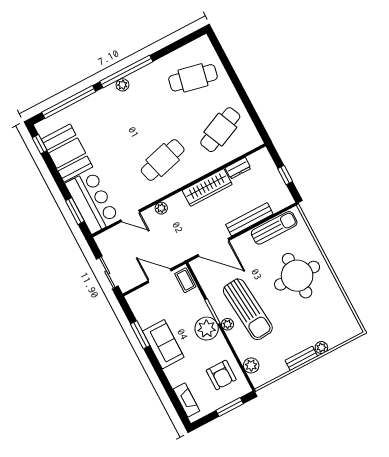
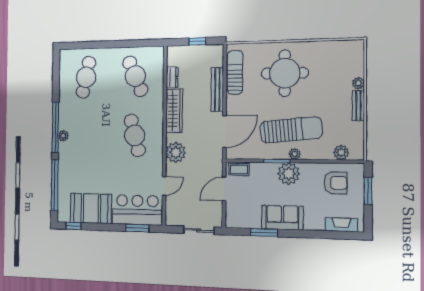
plant: (161, 208) -> (176, 152), width x1.87, depth x1.87

